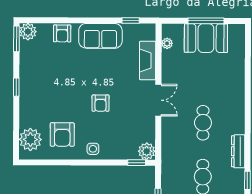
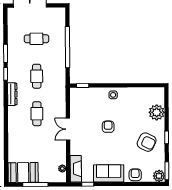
booth: (206, 38) -> (23, 172), moved
fireplace: (148, 60) -> (76, 169), moved
armchair: (62, 134) -> (147, 142), moved, turned 116
plant: (30, 139) -> (157, 112), moved
plant: (147, 151) -> (76, 94), removed

